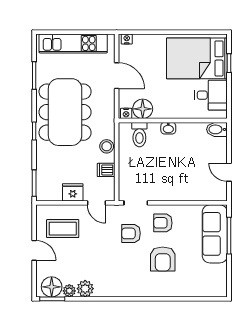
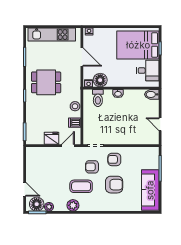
dining table: (65, 112) -> (46, 82), width x0.53, depth x0.80
door: (96, 203) -> (68, 146), swing flipped
coffee table: (63, 229) -> (81, 186), moved
sofa: (215, 234) -> (150, 190), moved
door: (34, 250) -> (25, 189), moved
armchair: (163, 259) -> (114, 185), turned -90
plant: (85, 289) -> (73, 205), moved

